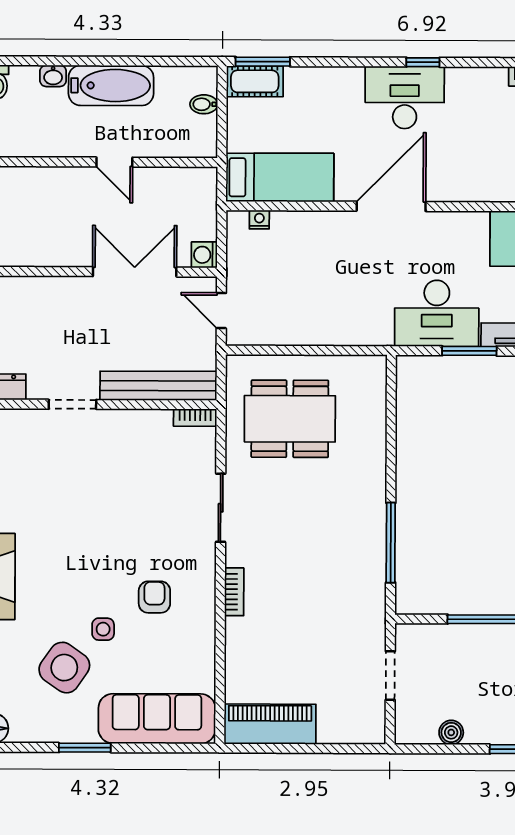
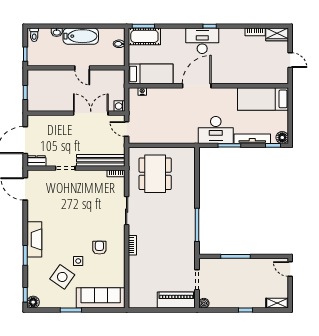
cot: (255, 81) -> (144, 36), width x1.37, depth x1.34
dining table: (290, 419) -> (155, 174), turned 90
piano: (270, 724) -> (176, 300), moved
boiler: (451, 732) -> (204, 303), moved

